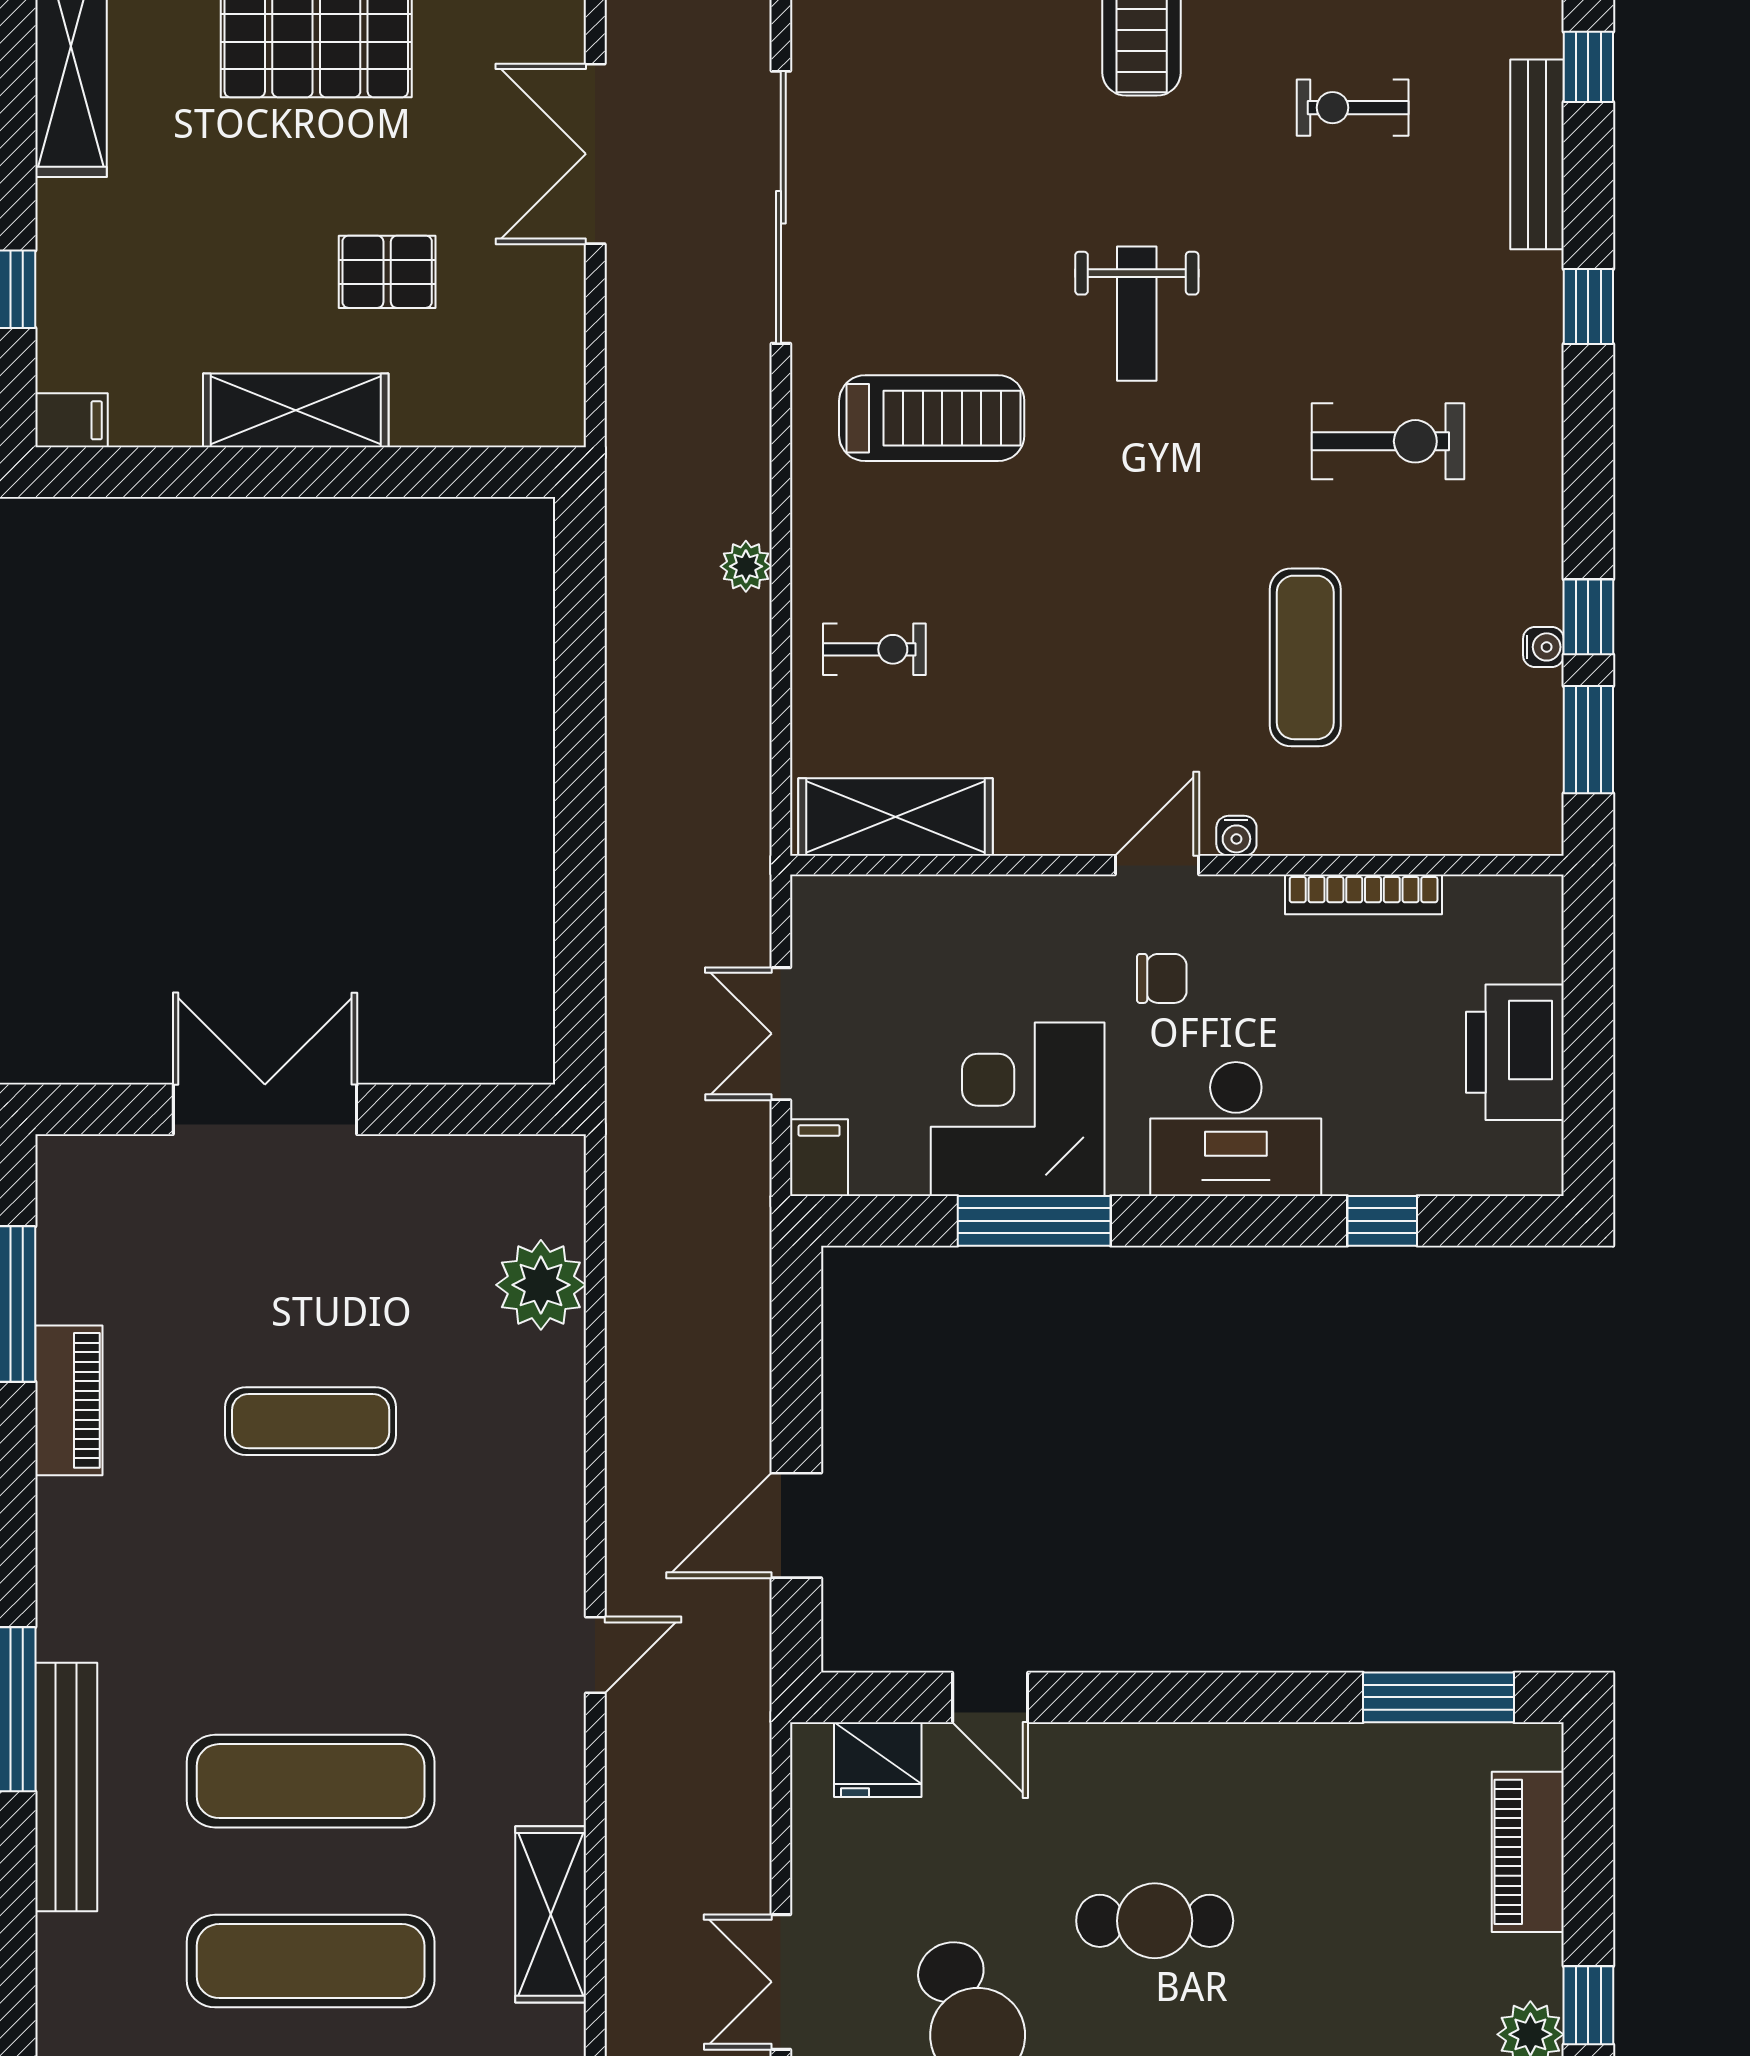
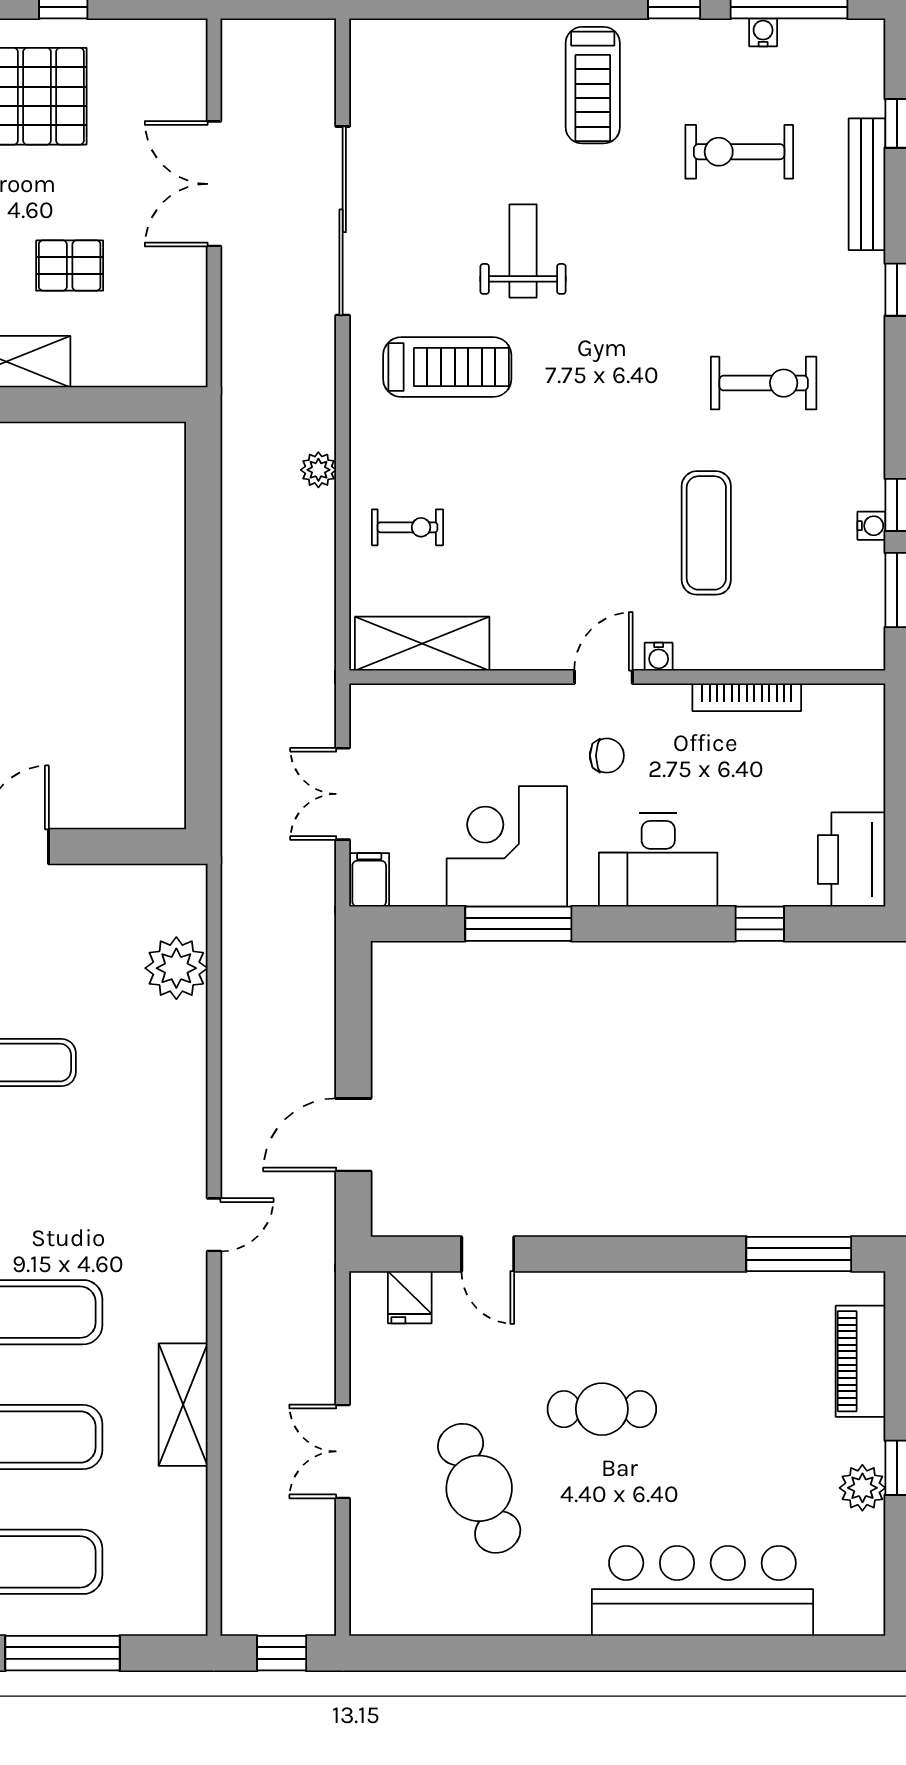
exercise bike: (1353, 108) -> (739, 152), width x1.38, depth x1.39
weight bench: (1137, 314) -> (523, 251), moved, turned 180
printer: (1515, 1052) -> (852, 859), moved
fridge: (878, 1760) -> (410, 1297), width x0.72

